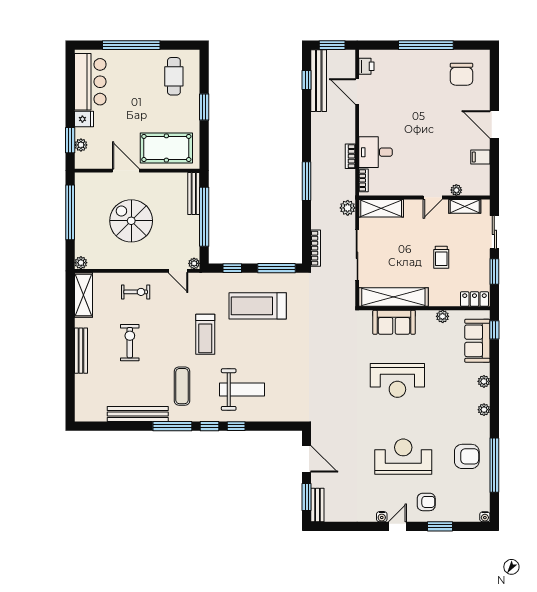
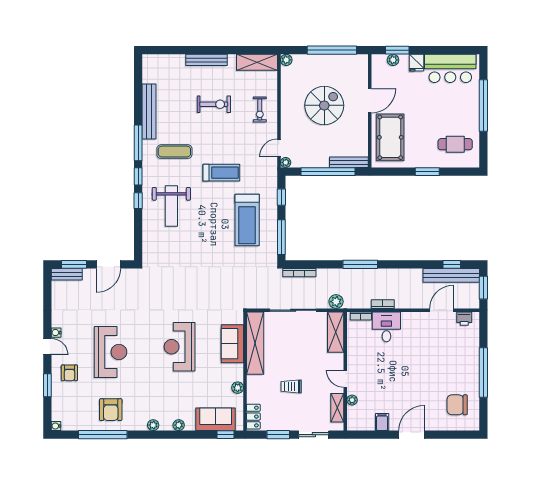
treadmill: (258, 306) -> (247, 220), turned 180
treadmill: (205, 334) -> (221, 173), turned 180

